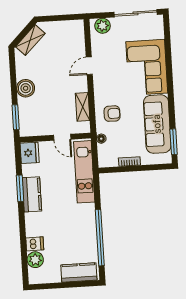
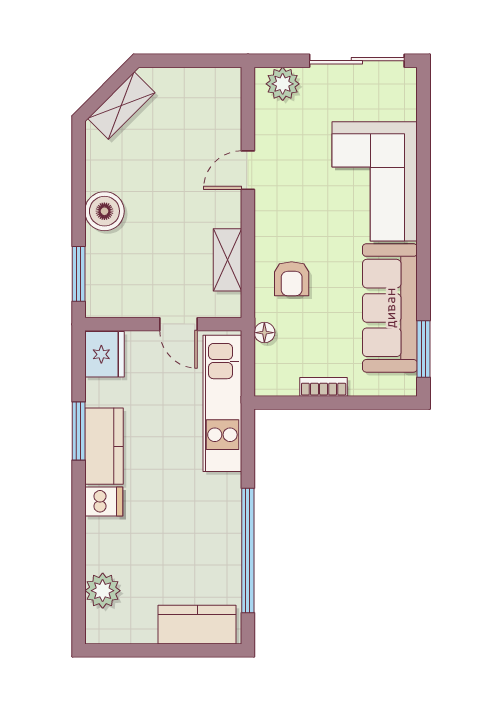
armchair: (112, 114) -> (292, 279), turned 90
dishwasher: (35, 244) -> (104, 502), moved

